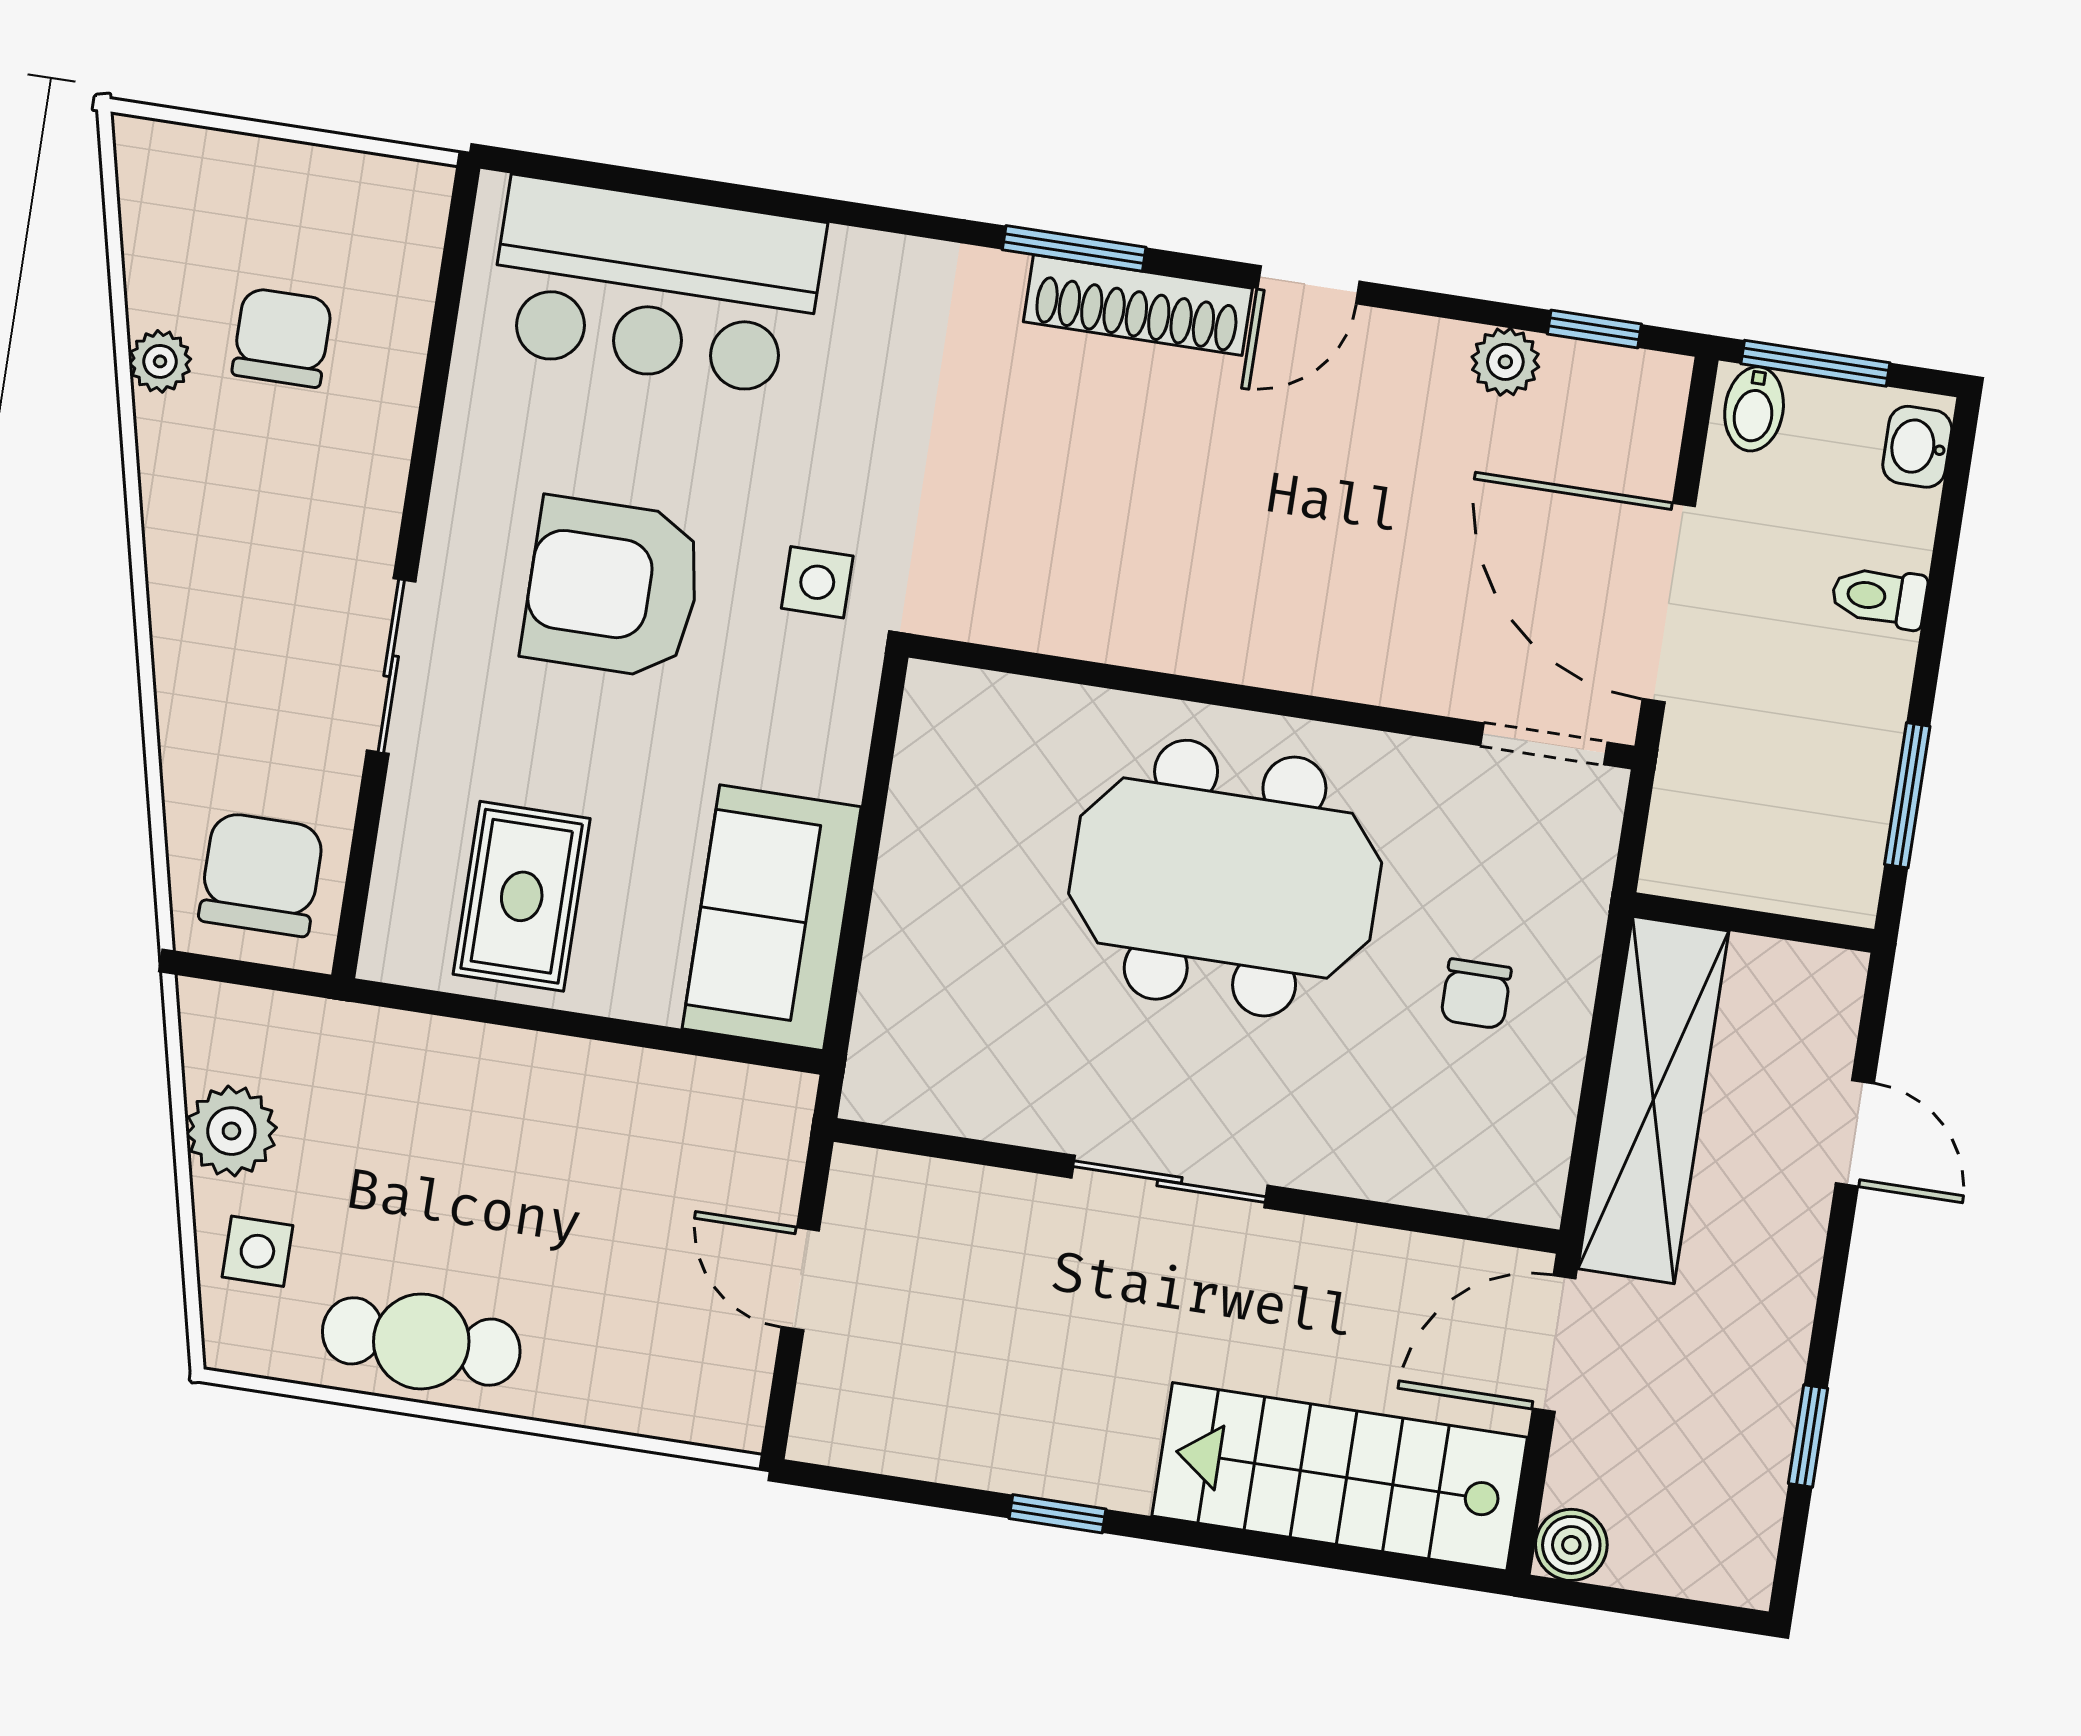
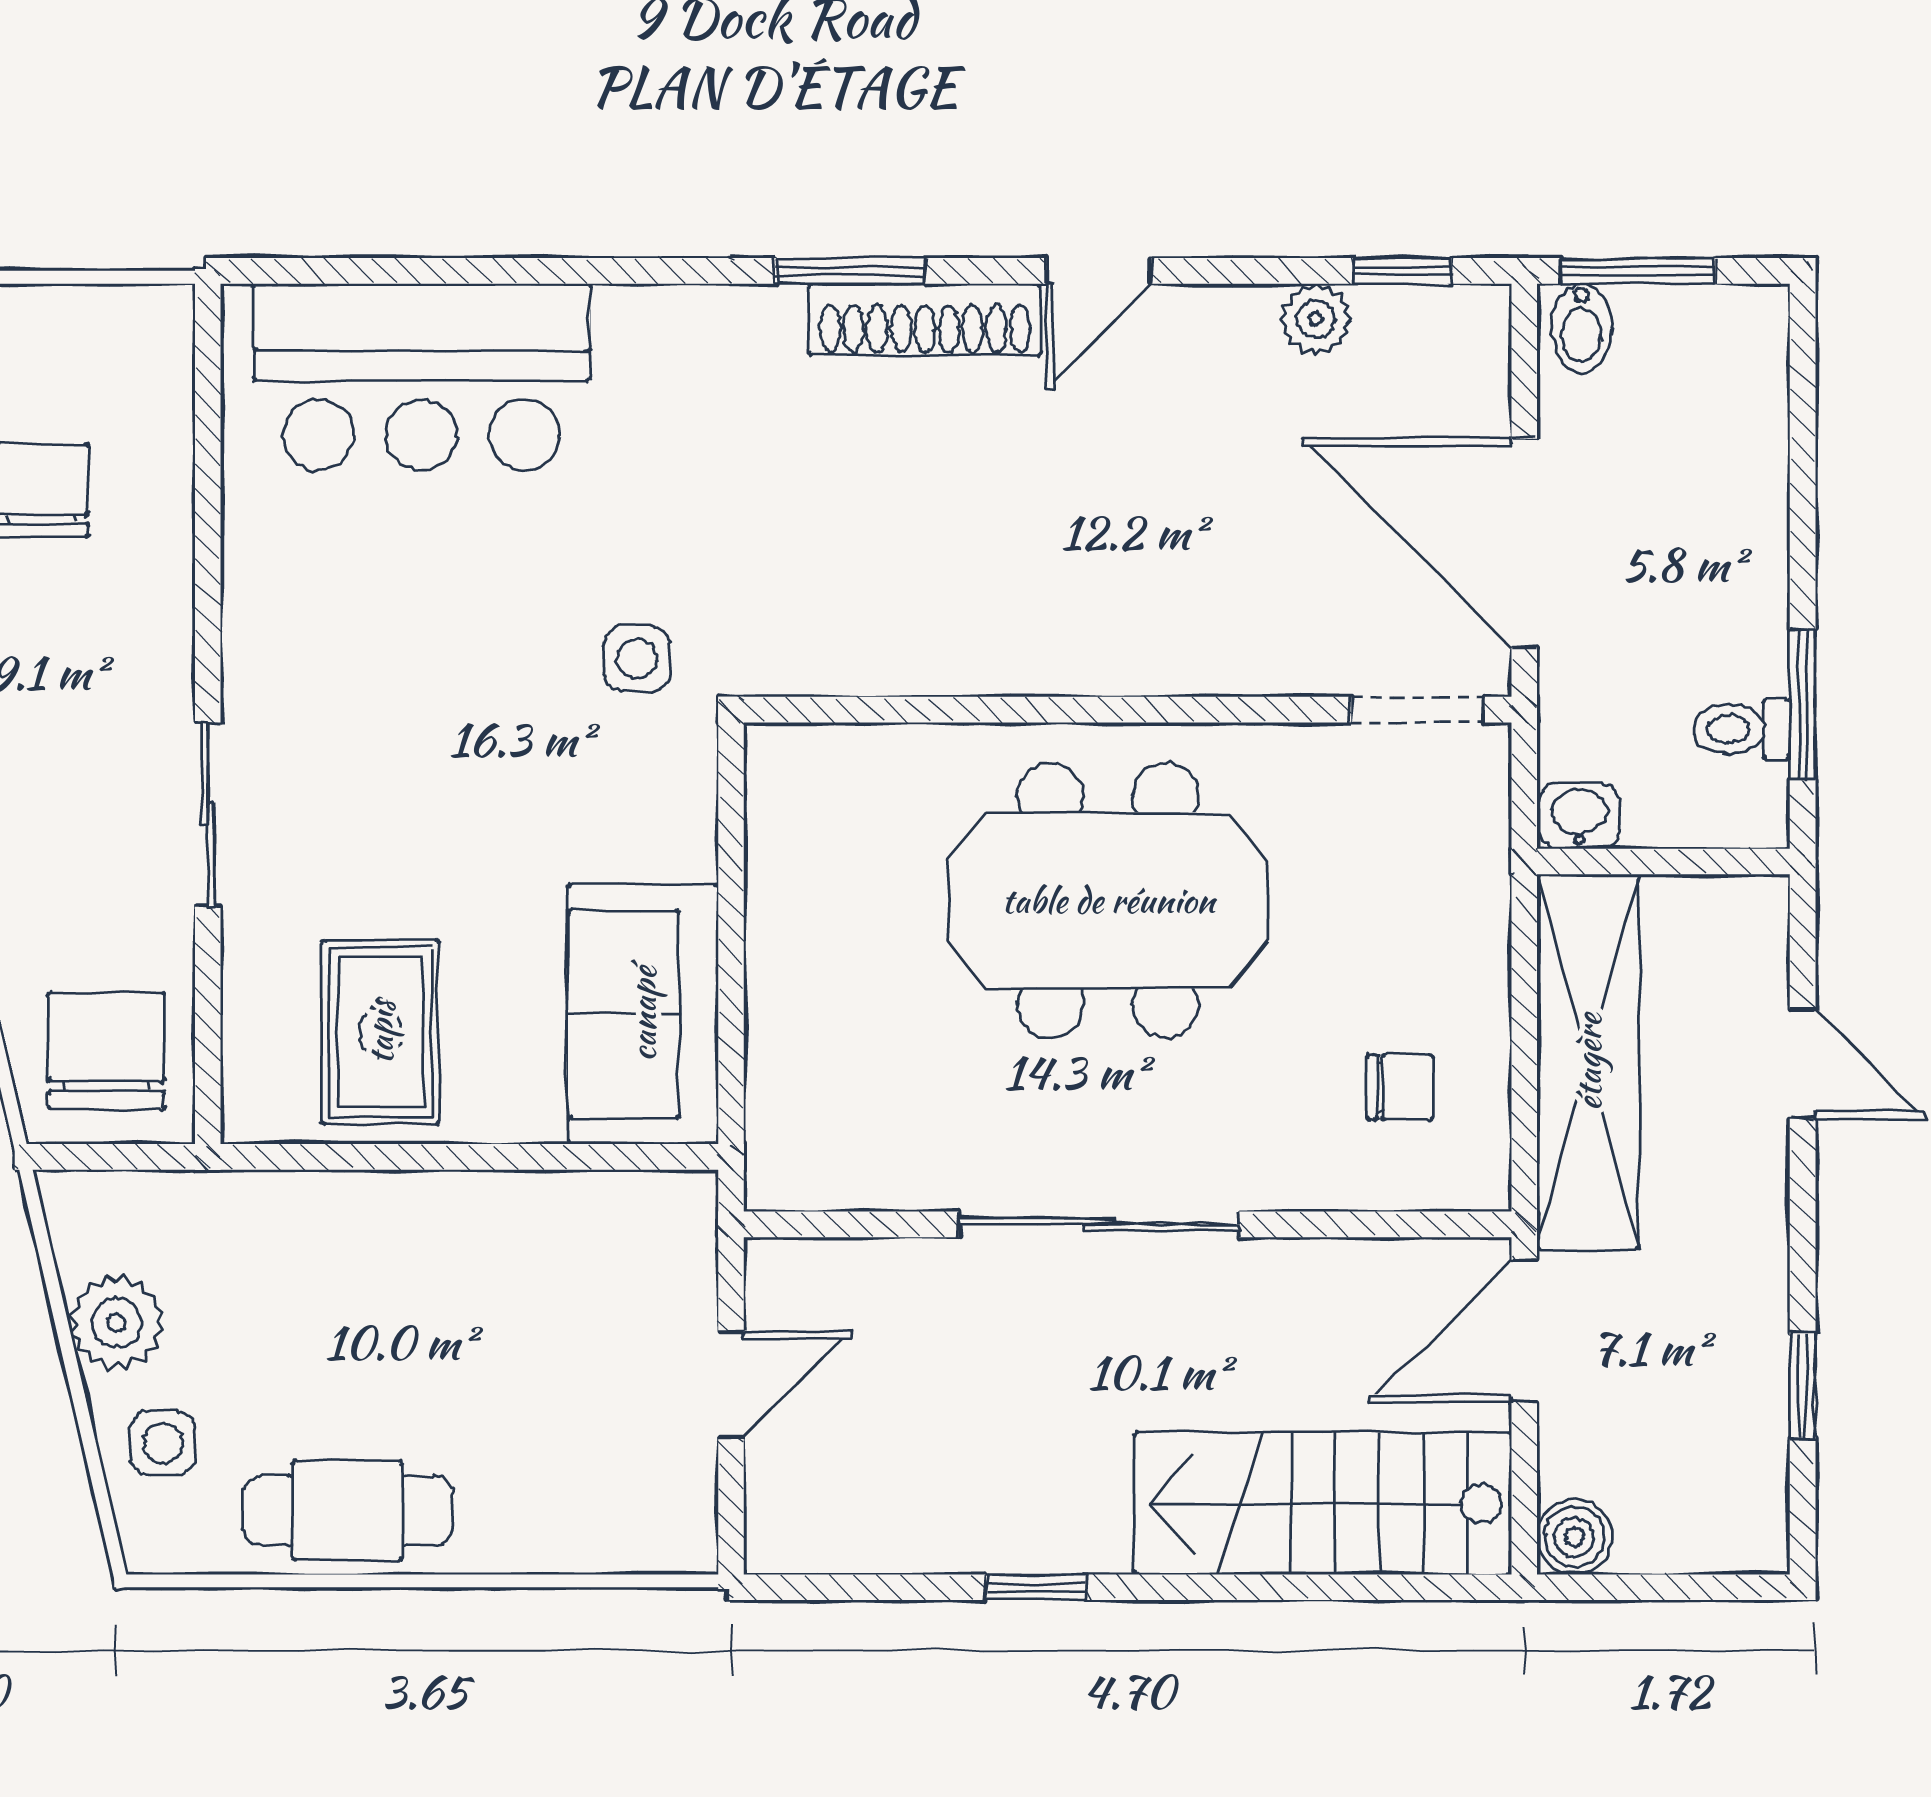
washbasin: (1917, 447) -> (1579, 816), moved, turned 90
armchair: (613, 588) -> (425, 697), removed
toilet: (1879, 597) -> (1742, 729), moved
chair: (1476, 994) -> (1400, 1087), moved, turned -90
sliding door: (1169, 1182) -> (1099, 1224), width x1.37
door: (800, 1279) -> (731, 1385), swing flipped

